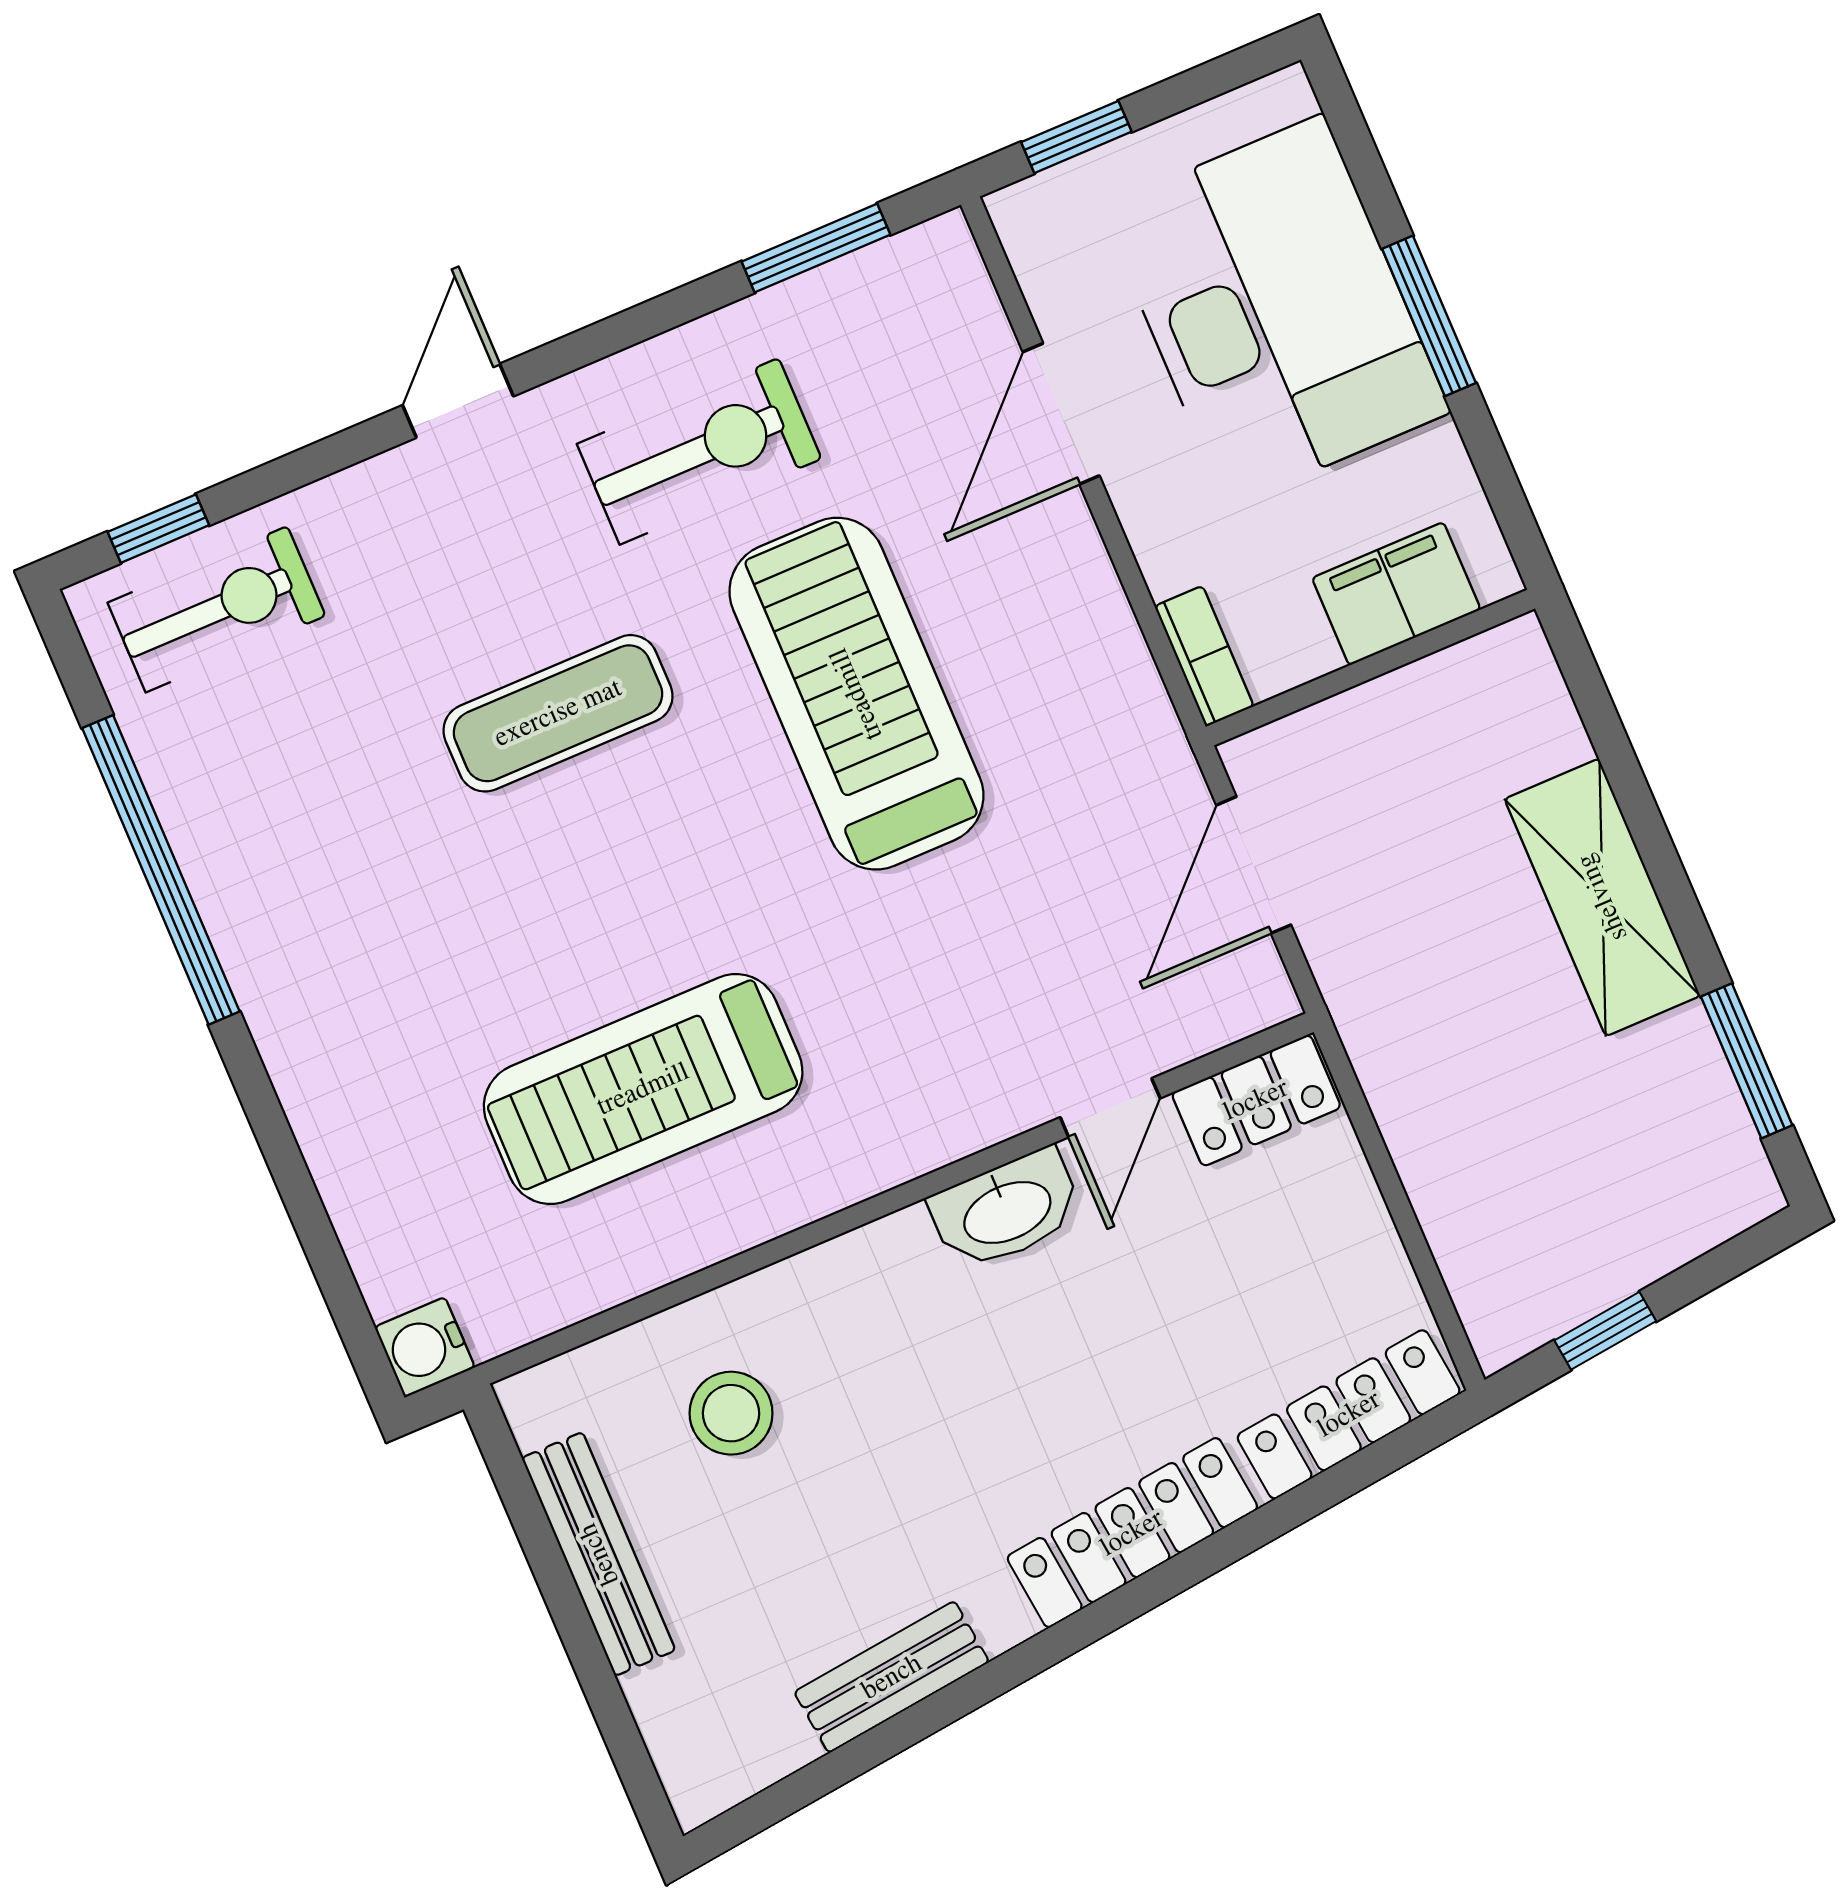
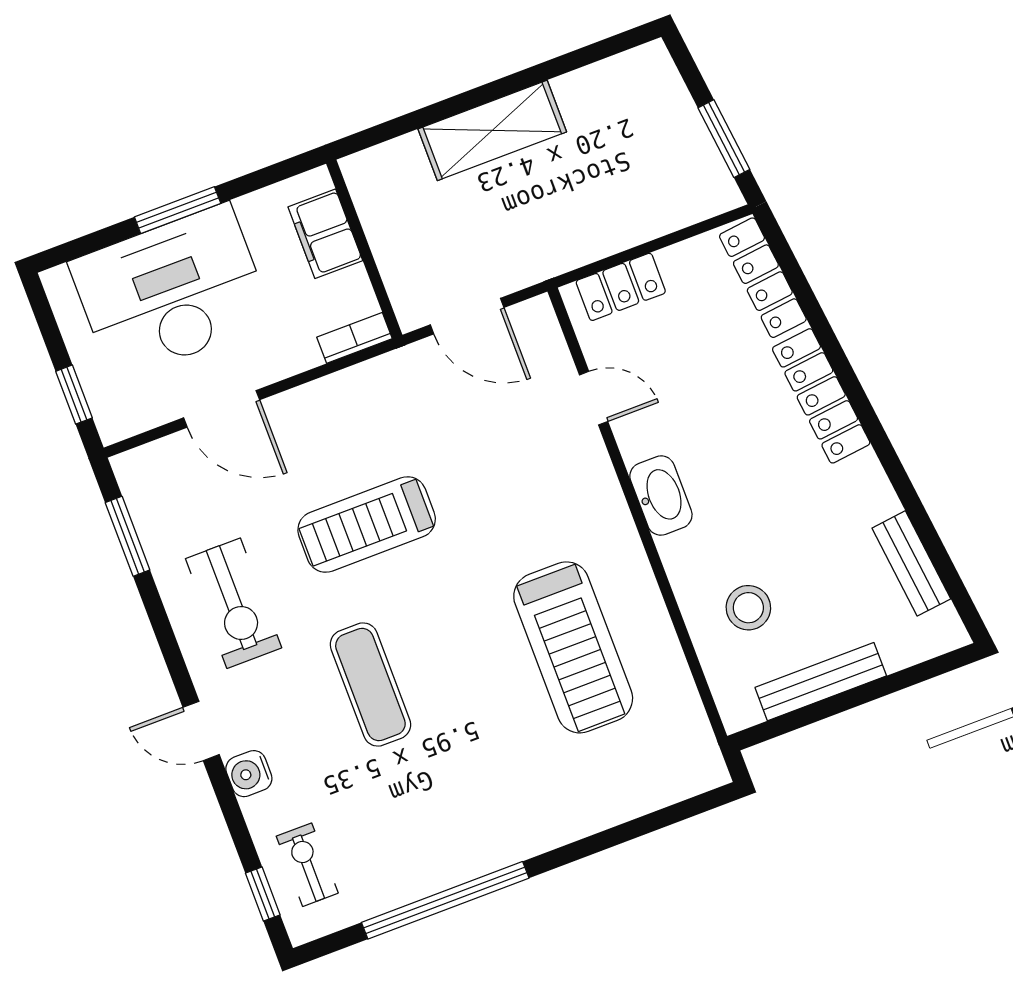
exercise bike: (699, 451) -> (234, 603), turned 180
exercise bike: (217, 609) -> (307, 865), width x0.73, depth x0.72
treadmill: (856, 694) -> (367, 525), width x0.73, depth x0.73
window: (1747, 1061) -> (583, 57), removed
locker: (1256, 1100) -> (621, 287), moved, turned 90
washbasin: (1006, 1210) -> (661, 496), moved
window: (1605, 1331) -> (724, 139), width x1.50
water cooler: (425, 1347) -> (249, 774), moved, turned 90
bench: (892, 1677) -> (911, 563), moved

